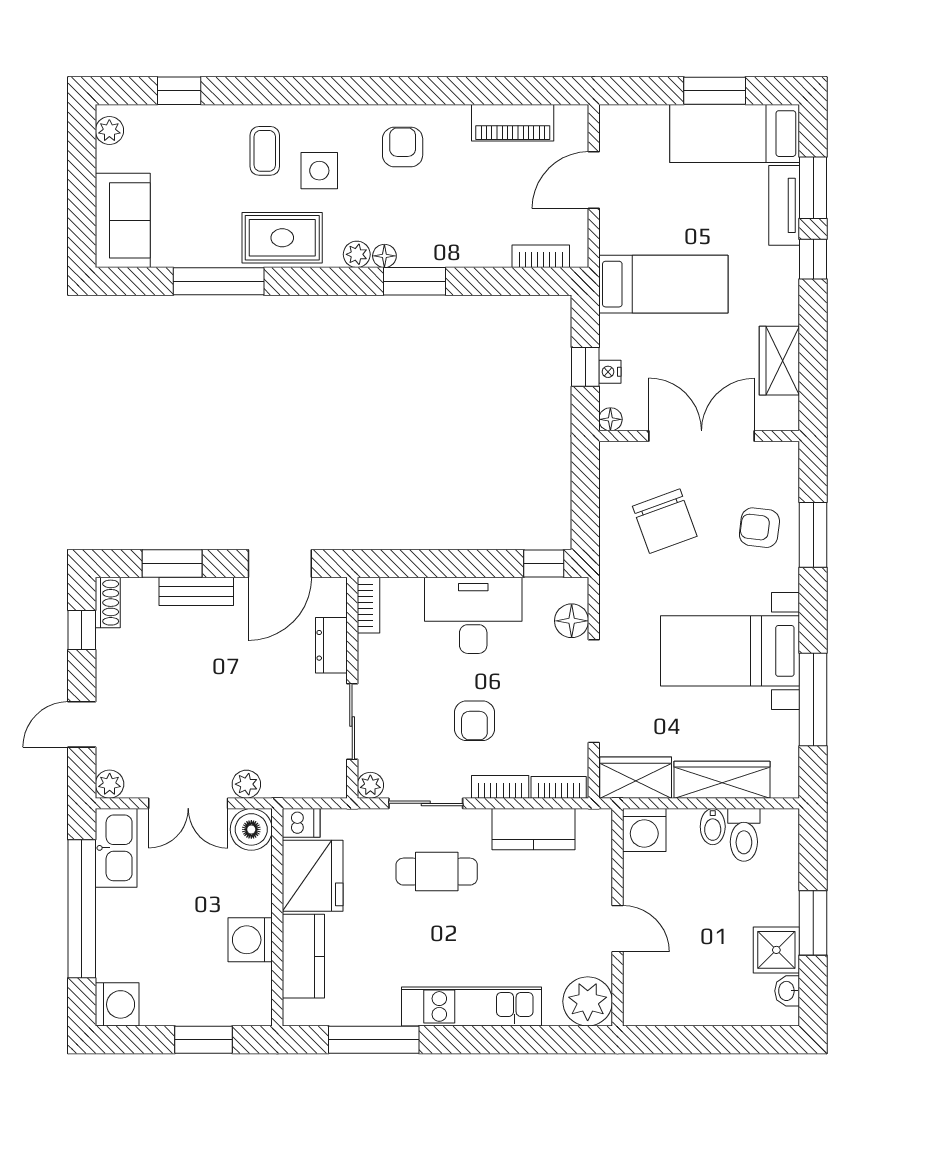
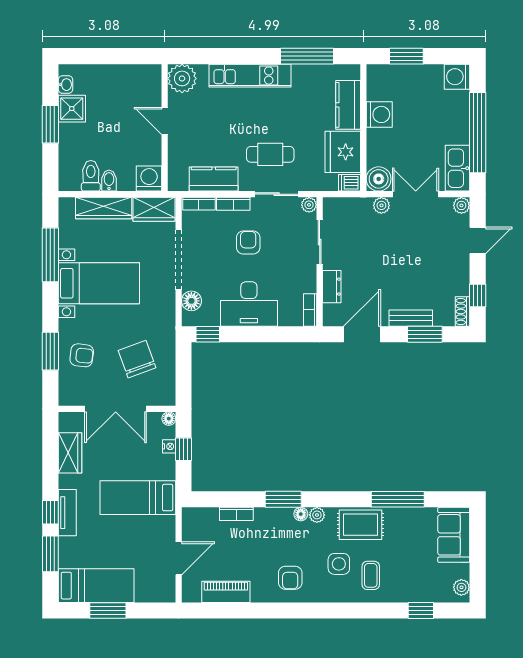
tv unit: (784, 205) -> (67, 513), moved
bookcase: (541, 256) -> (236, 514), moved

